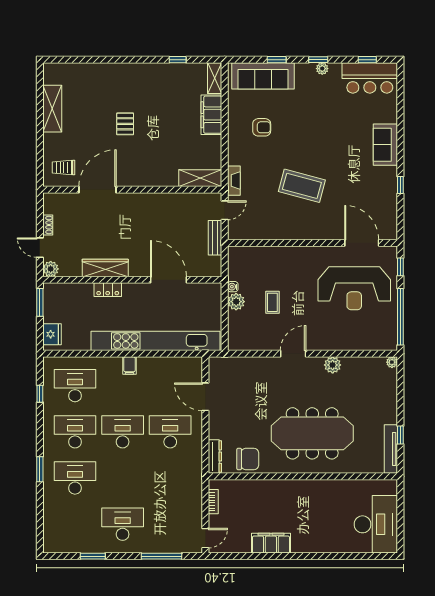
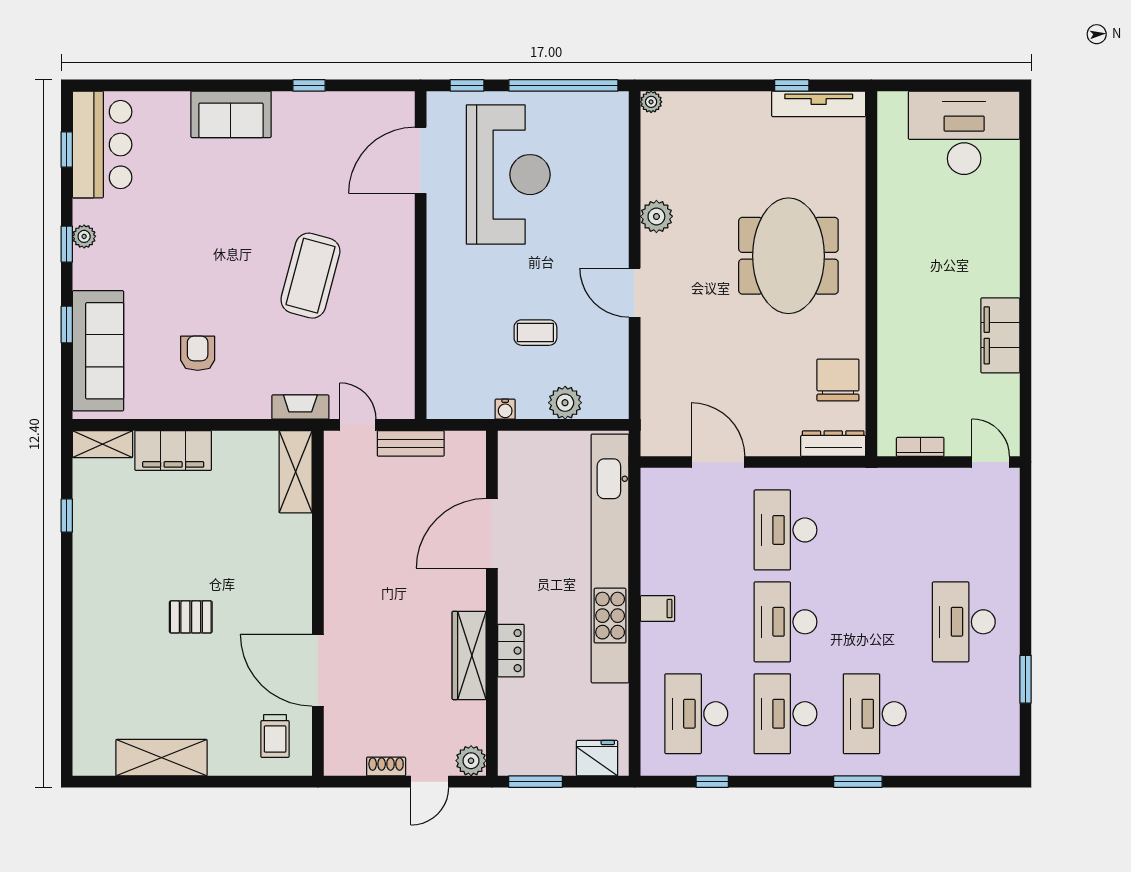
plant: (236, 302) -> (565, 403), moved
door: (205, 397) -> (718, 462), swing flipped
meeting table: (312, 433) -> (788, 256), width x0.73
window: (161, 556) -> (1026, 547), removed

